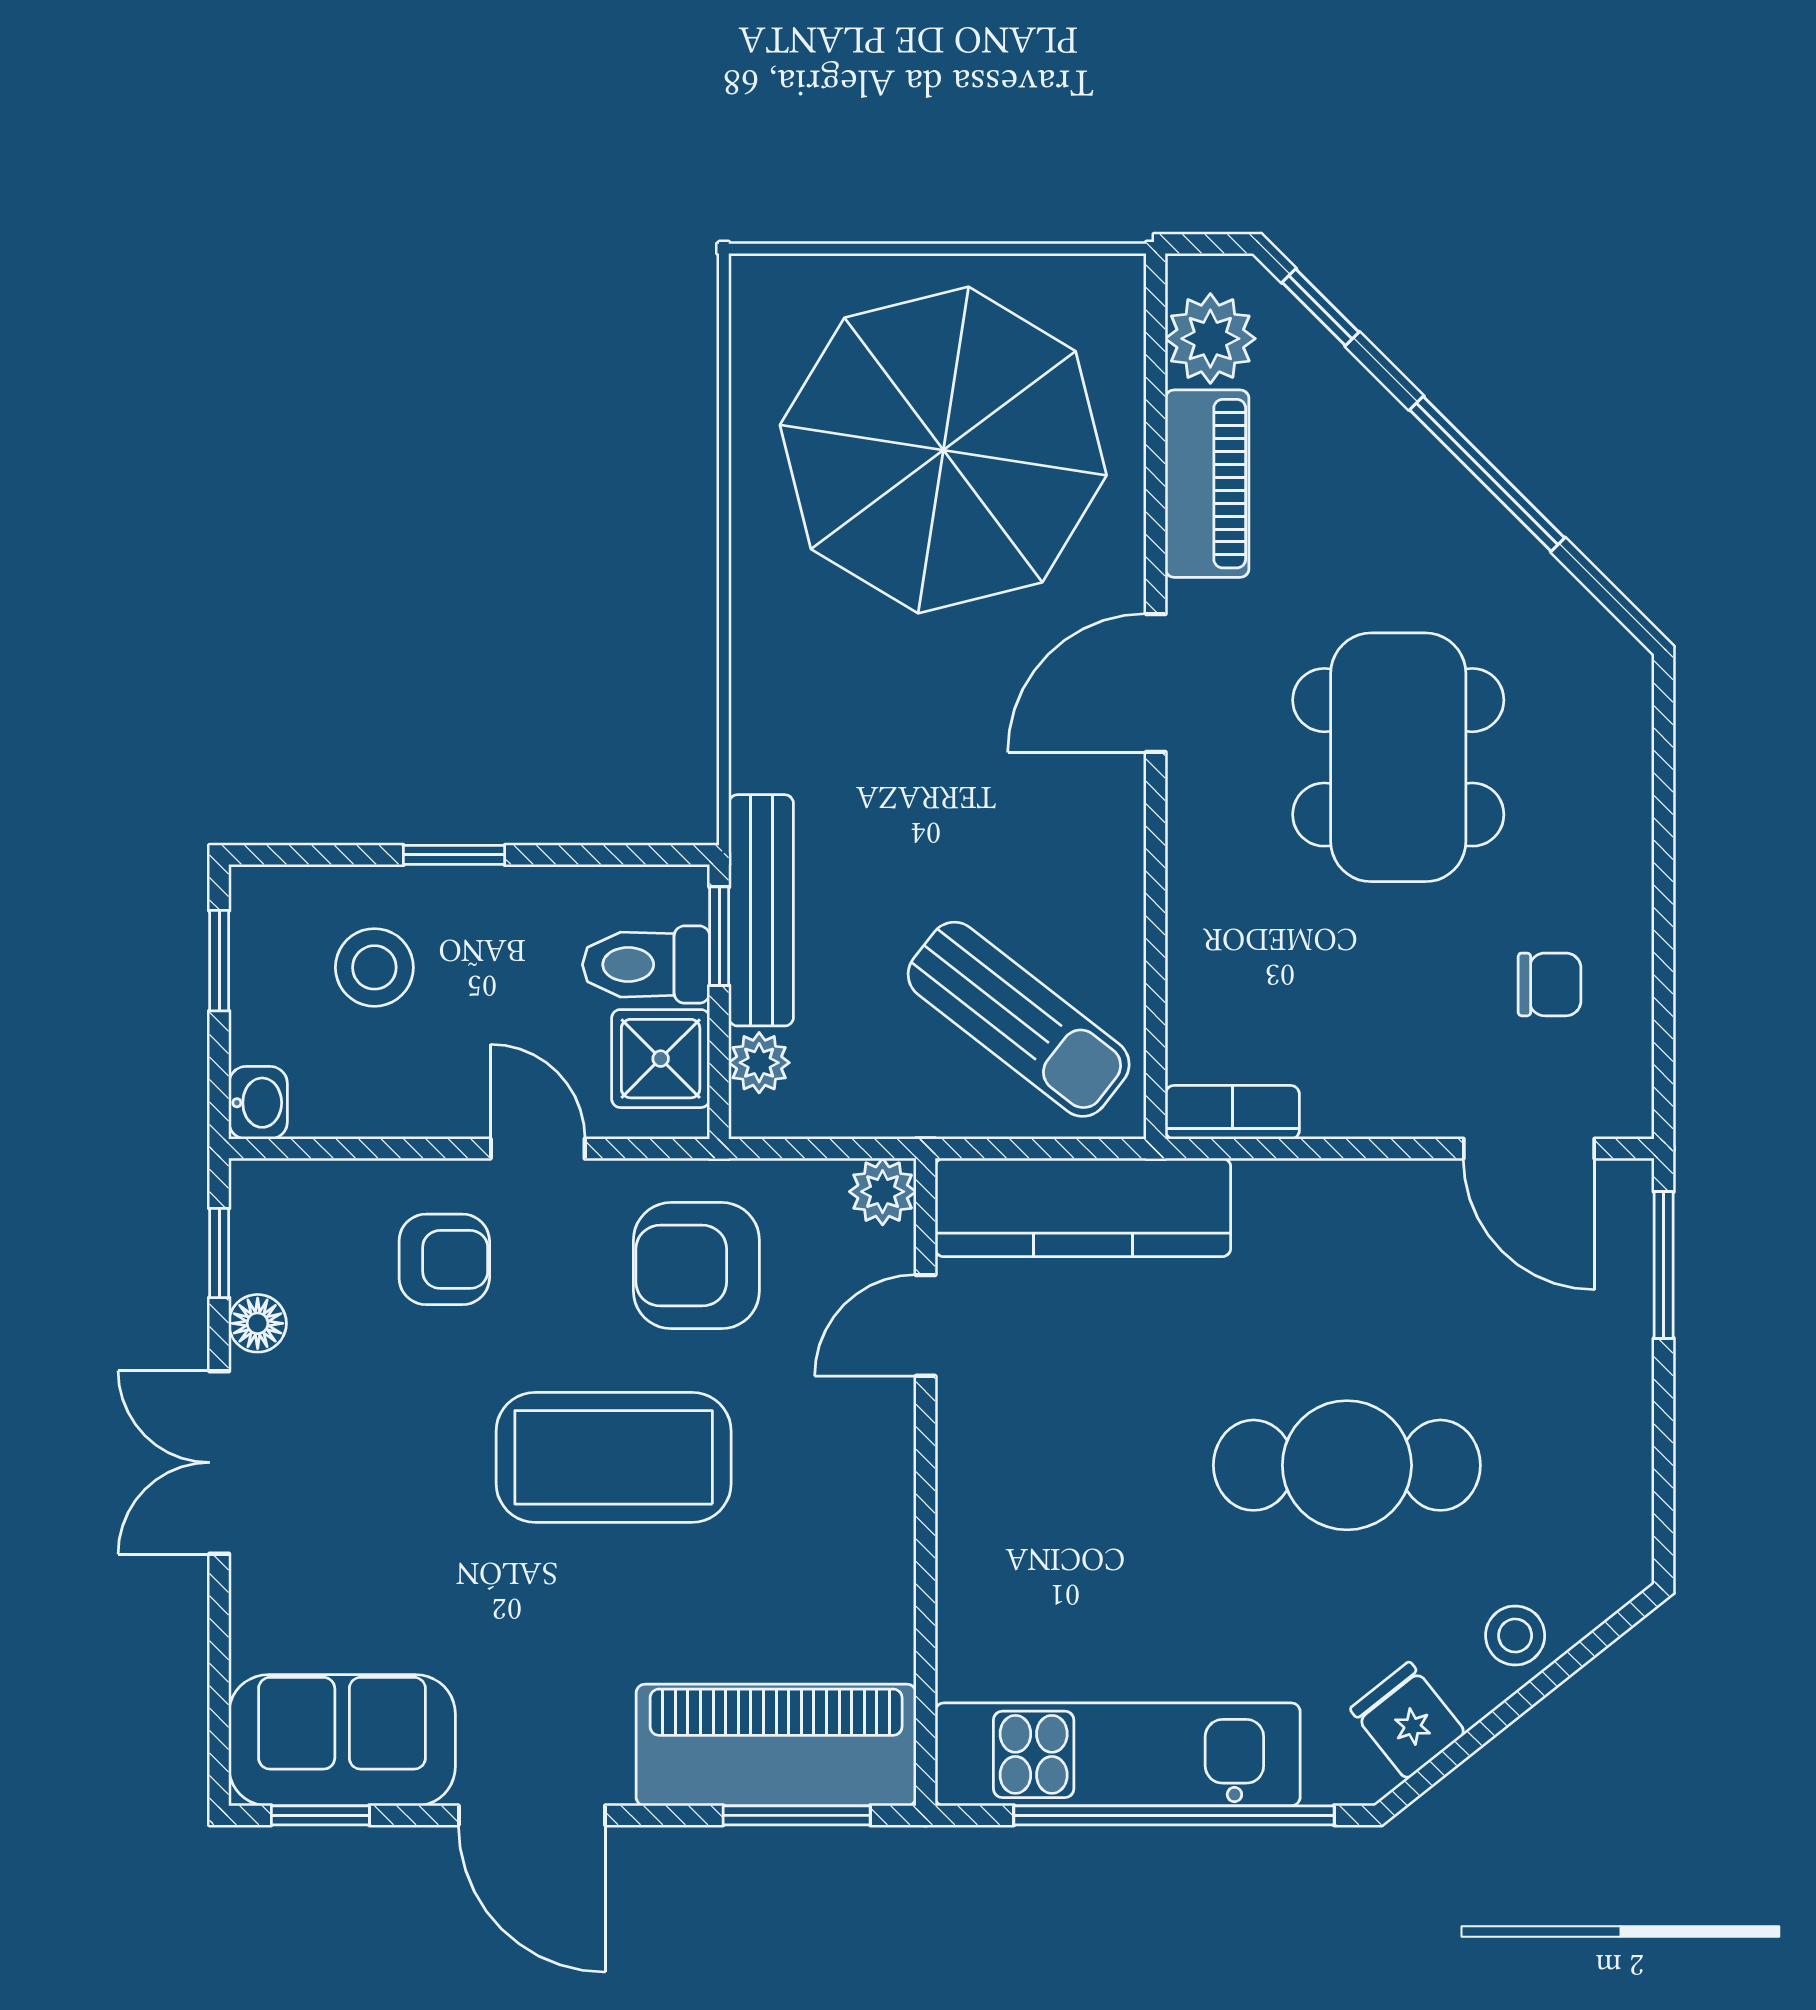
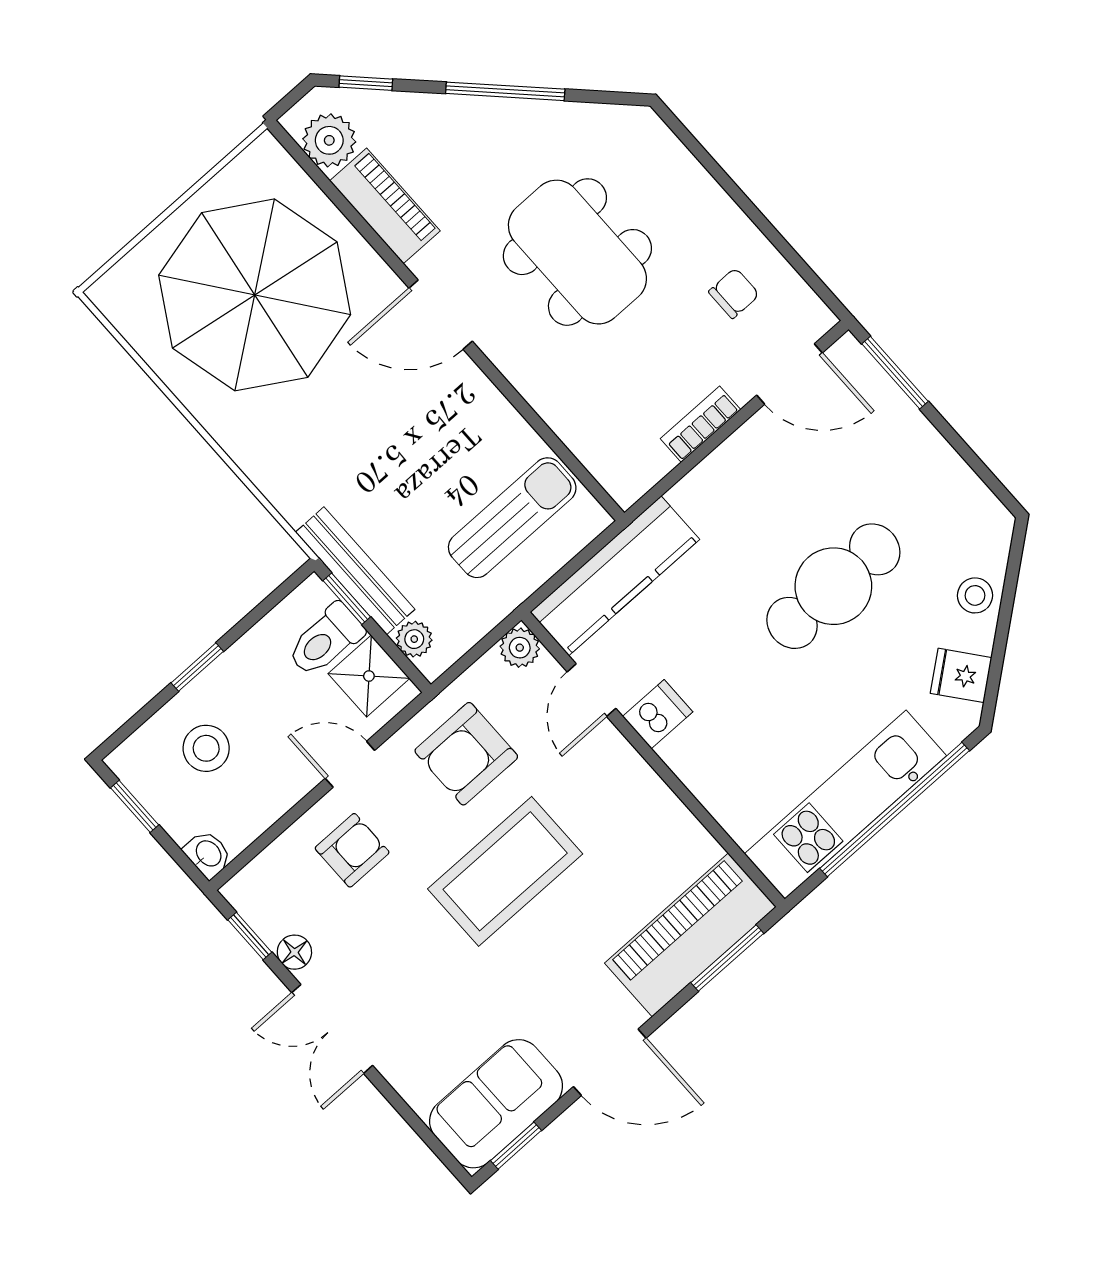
door: (1156, 683) -> (441, 315), hinge flipped
sun lounger: (1019, 1019) -> (512, 518), turned -38
bookcase: (1232, 1112) -> (701, 424), moved
dishwasher: (982, 1430) -> (658, 714), added

